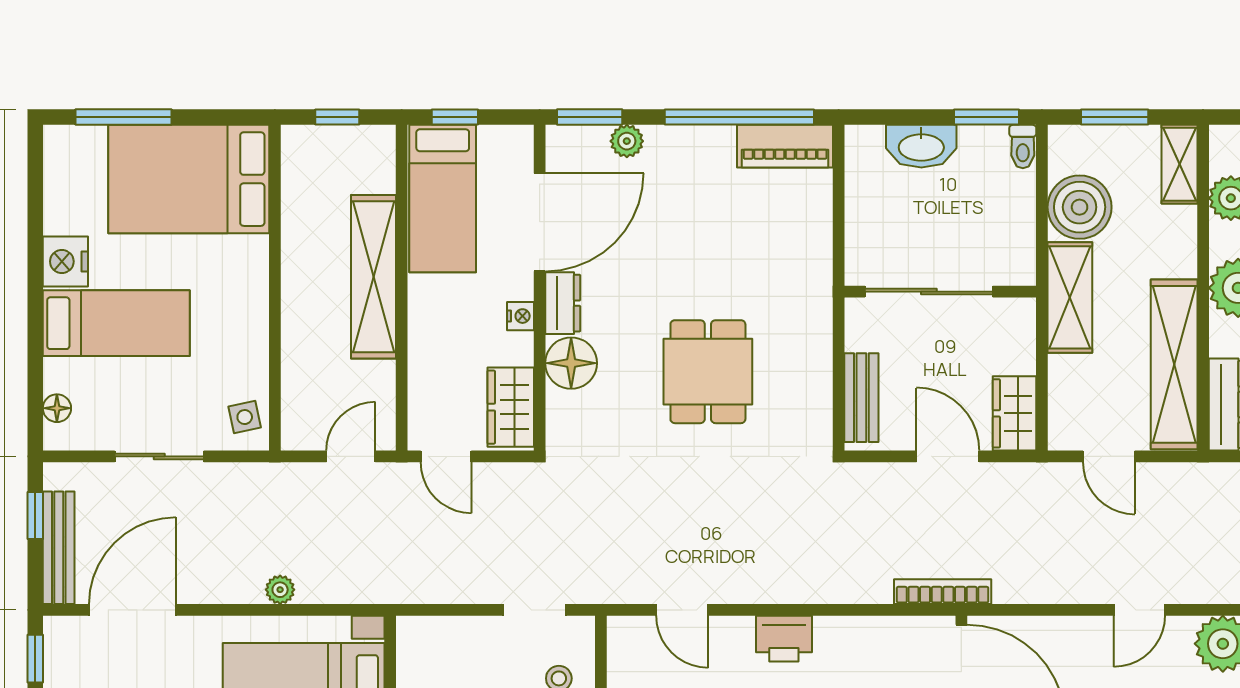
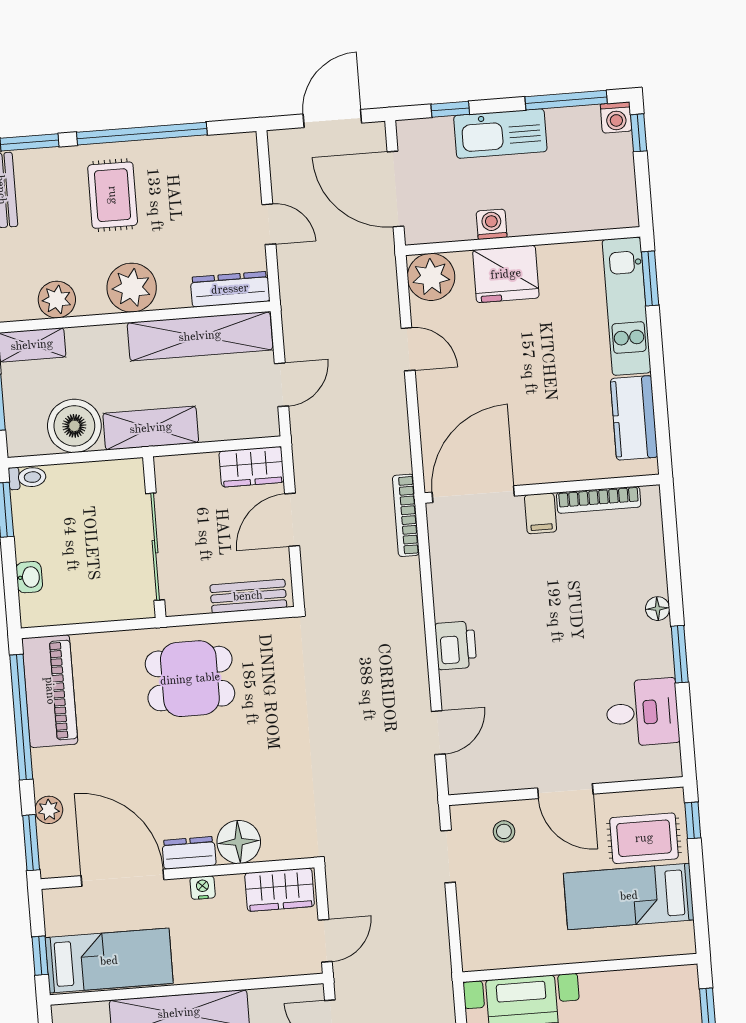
piano: (785, 146) -> (50, 691), width x1.37, depth x1.33
washbasin: (921, 146) -> (29, 577), width x0.52, depth x0.69
dining table: (708, 372) -> (190, 679), moved

